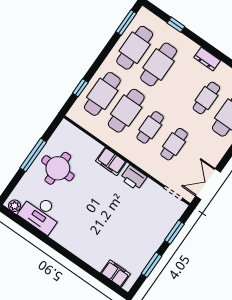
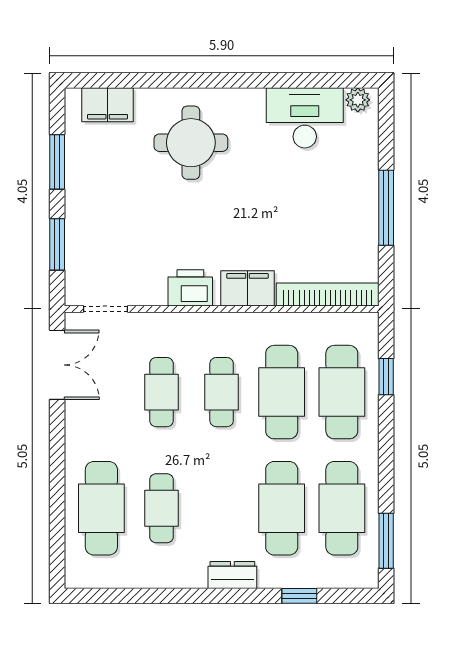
dresser: (207, 59) -> (232, 575), moved
bookcase: (81, 137) -> (328, 294), added
round table: (58, 168) -> (191, 143), moved

